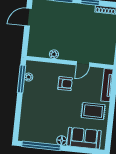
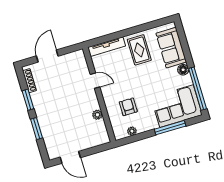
window: (22, 79) -> (170, 128), moved
armchair: (65, 84) -> (128, 107), moved
corner sofa: (34, 122) -> (177, 106), added

